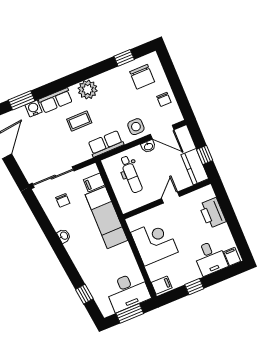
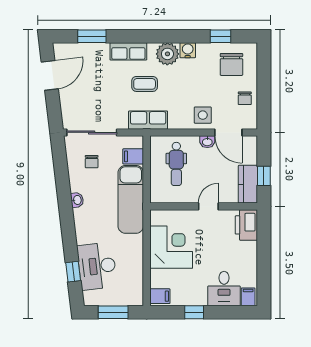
water cooler: (34, 109) -> (188, 50), moved
row of seats: (106, 144) -> (148, 120), moved
printer: (212, 213) -> (246, 225), moved
desk: (128, 292) -> (97, 266), moved, turned 83

